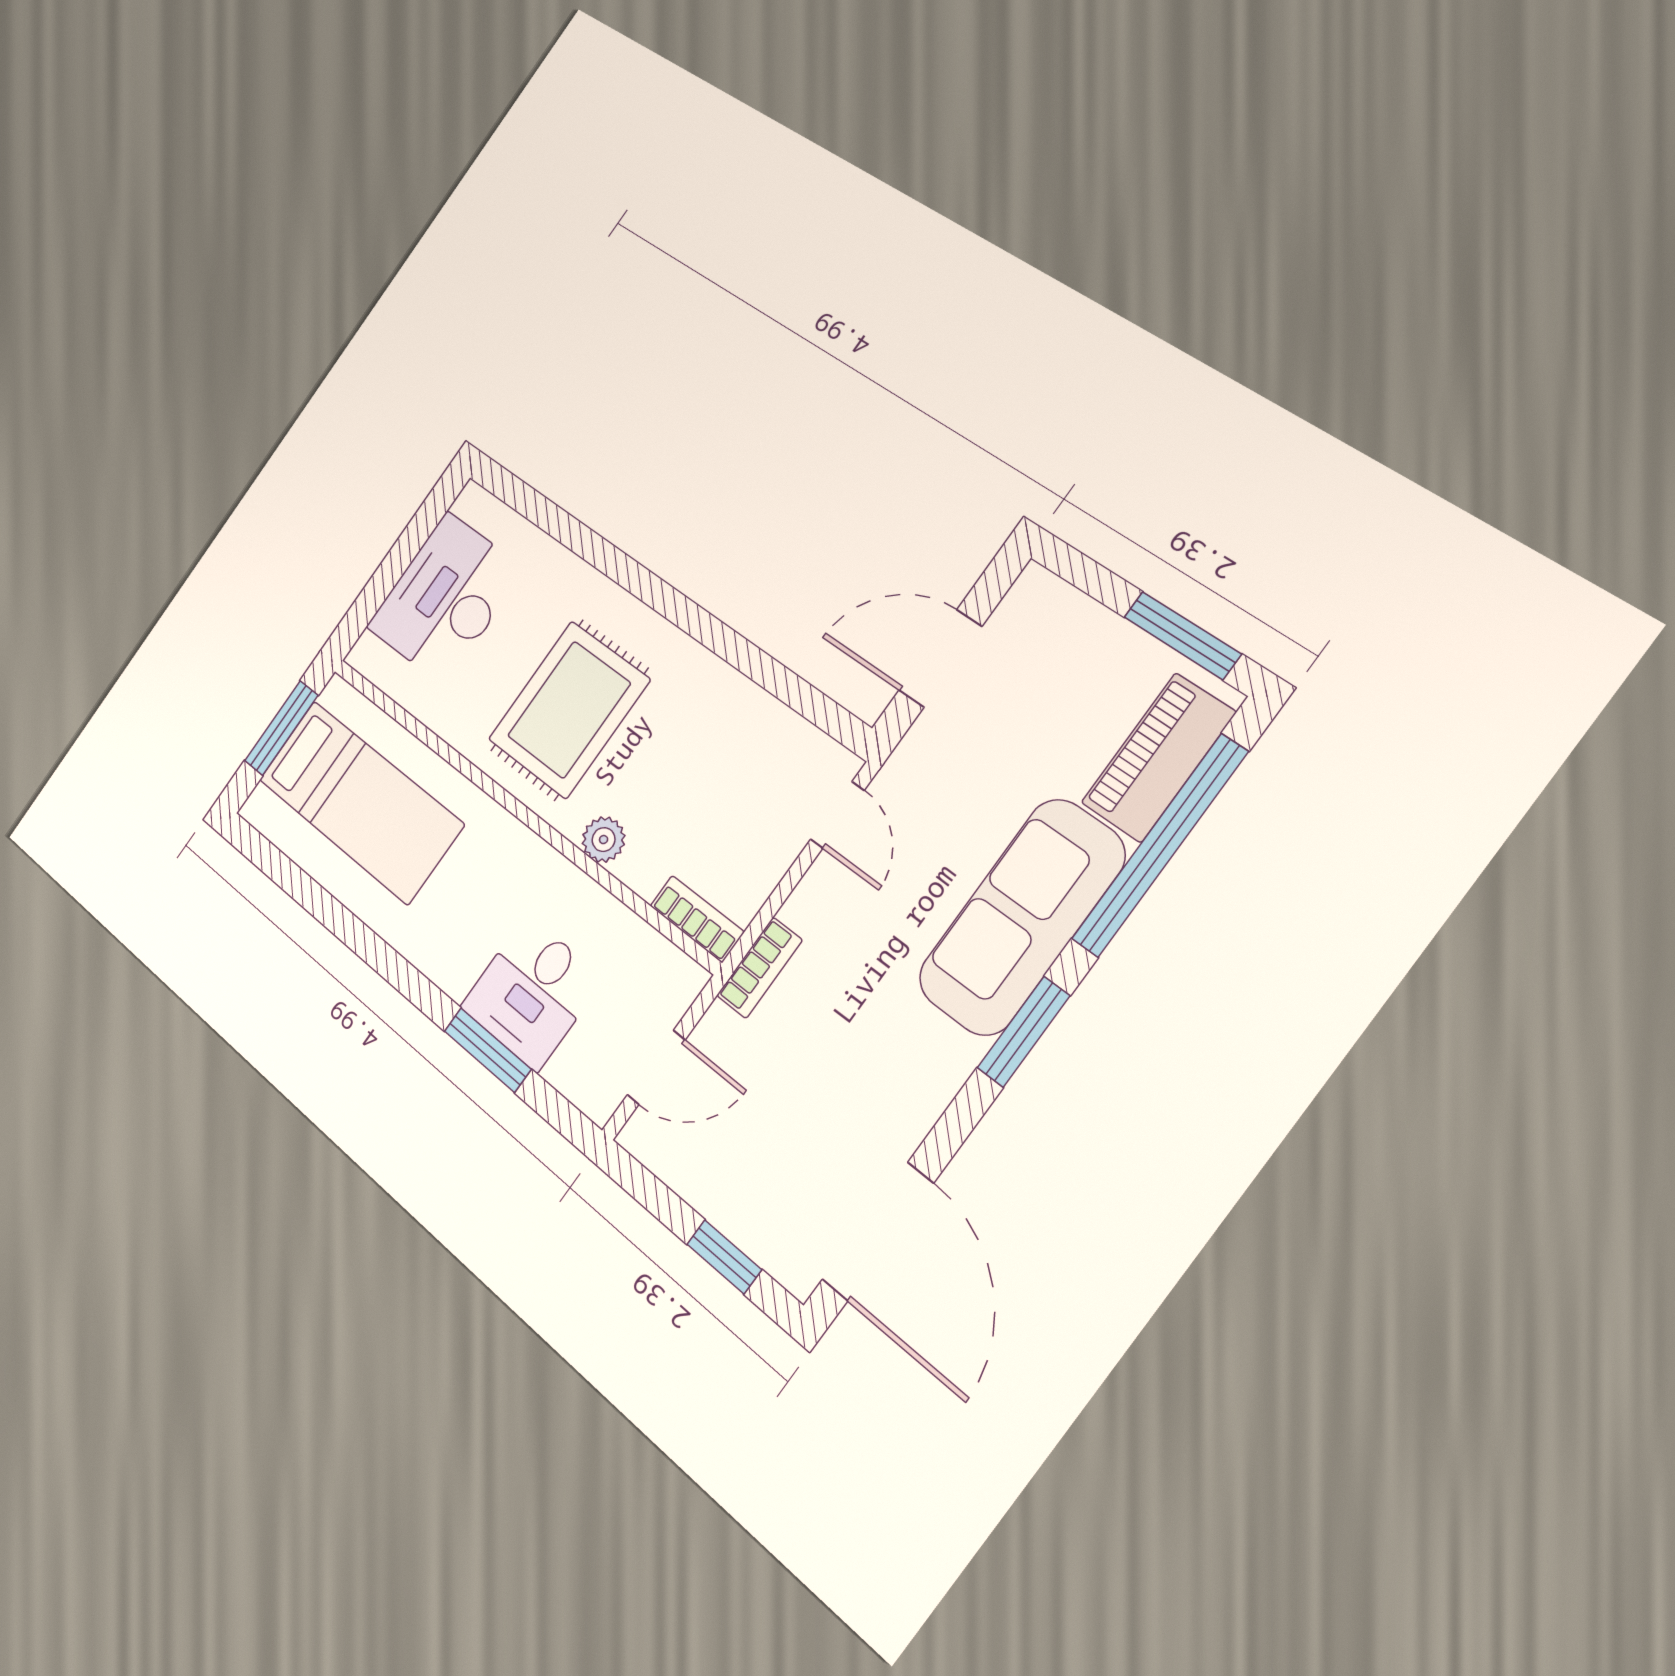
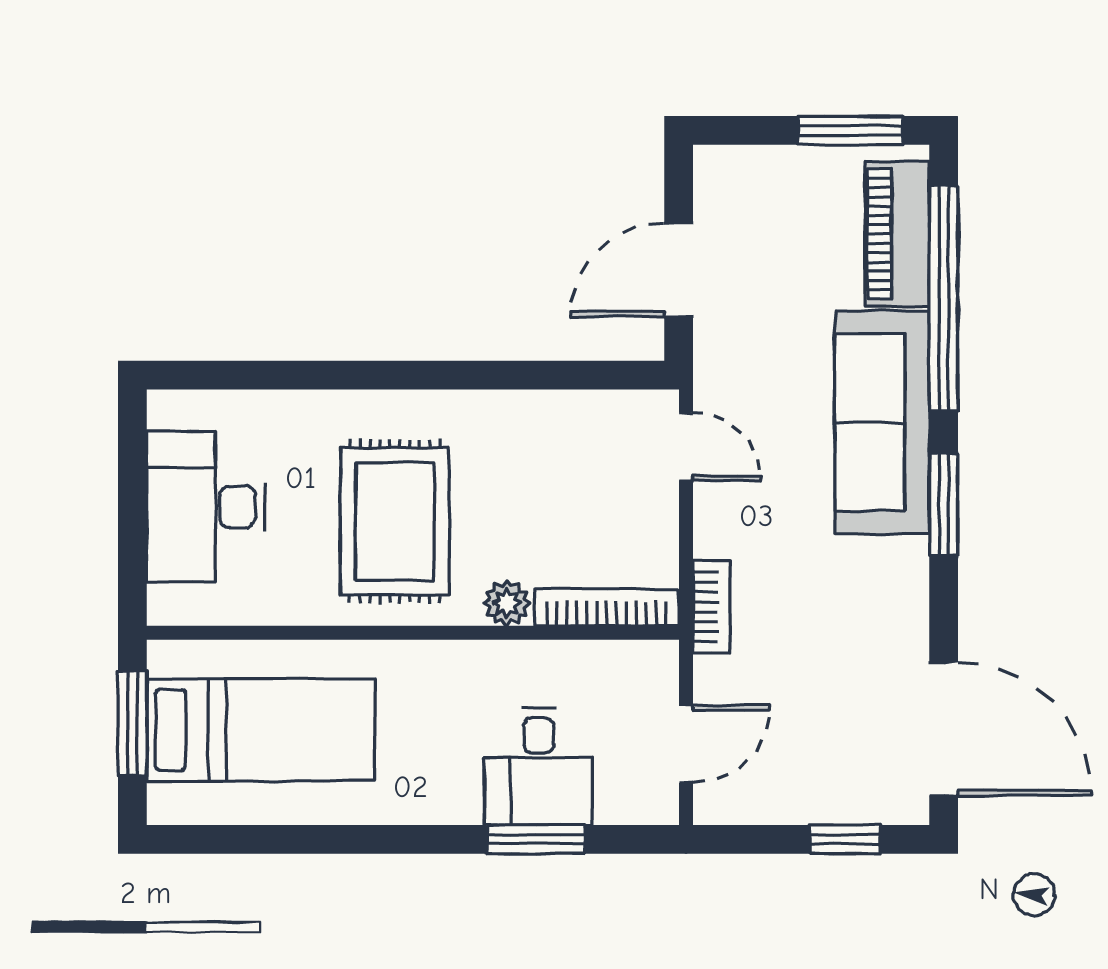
bookcase: (697, 919) -> (607, 607), width x1.56

